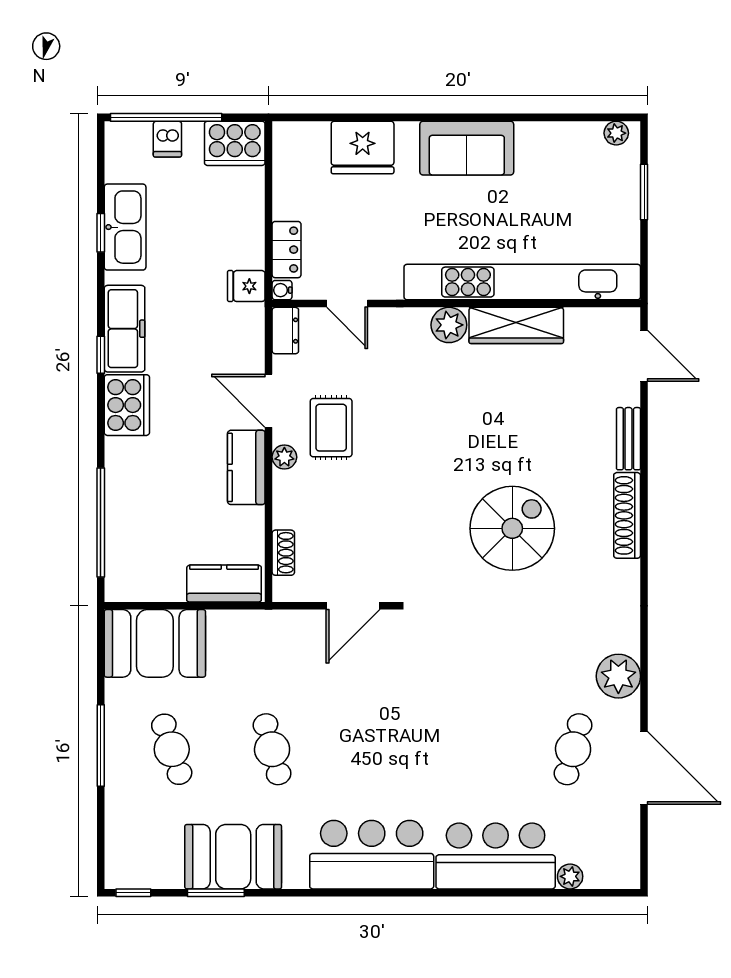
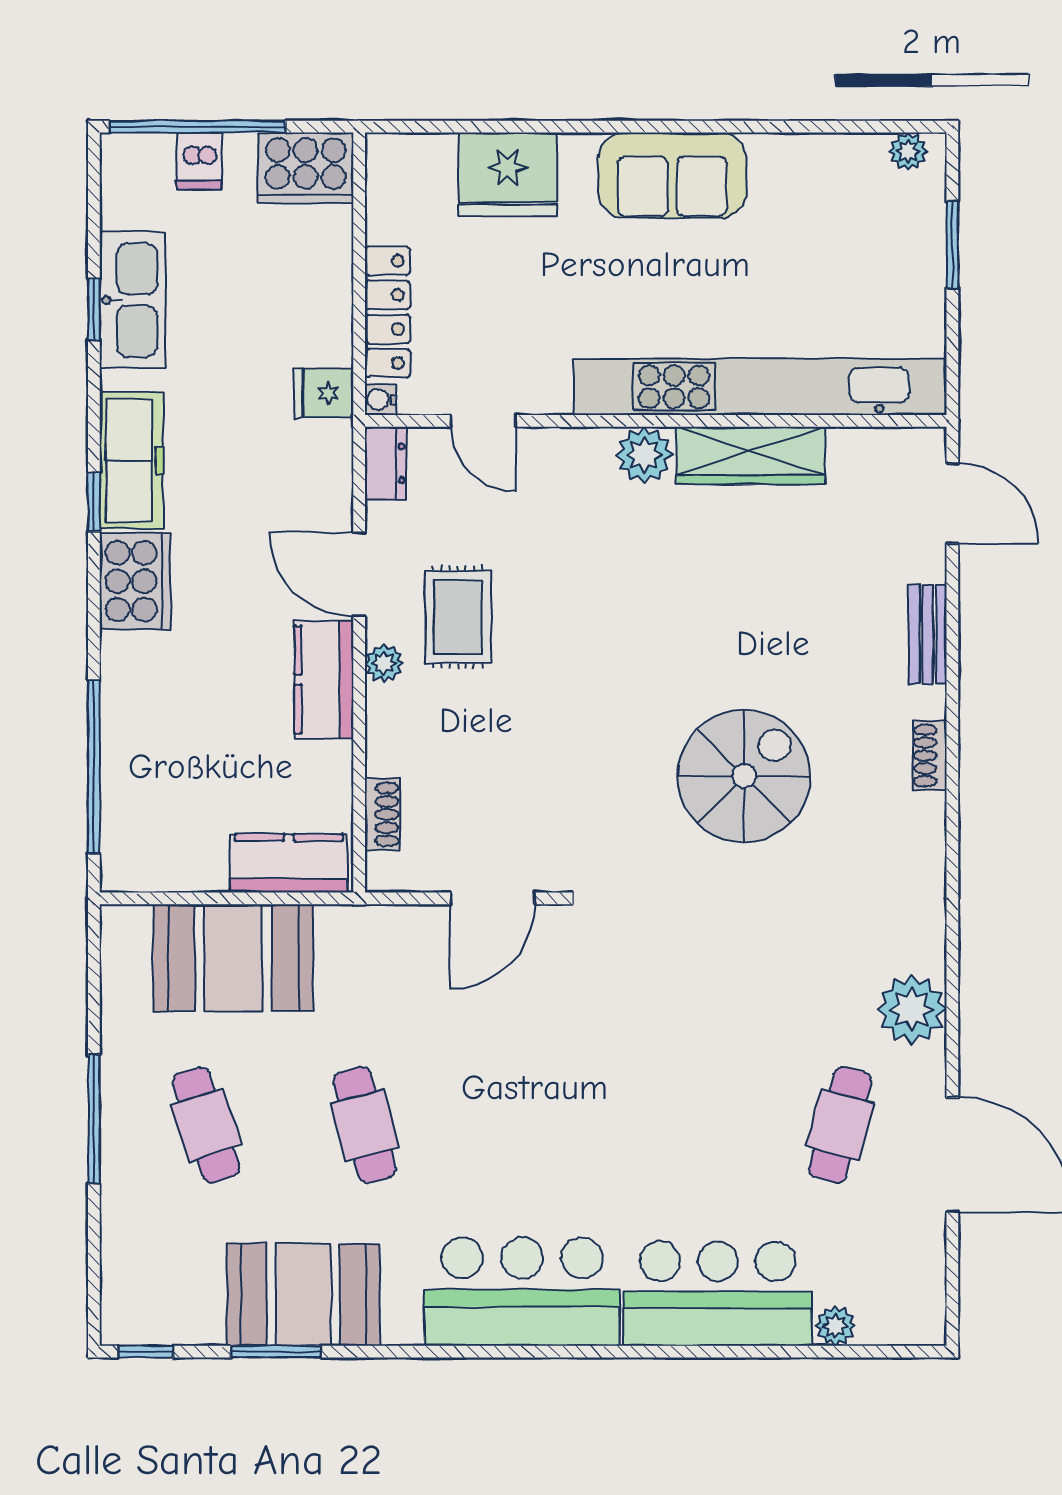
locker: (287, 250) -> (388, 312), width x1.53
shoe rack: (627, 515) -> (930, 756), width x0.51, depth x0.81
booth: (155, 643) -> (233, 958), moved

